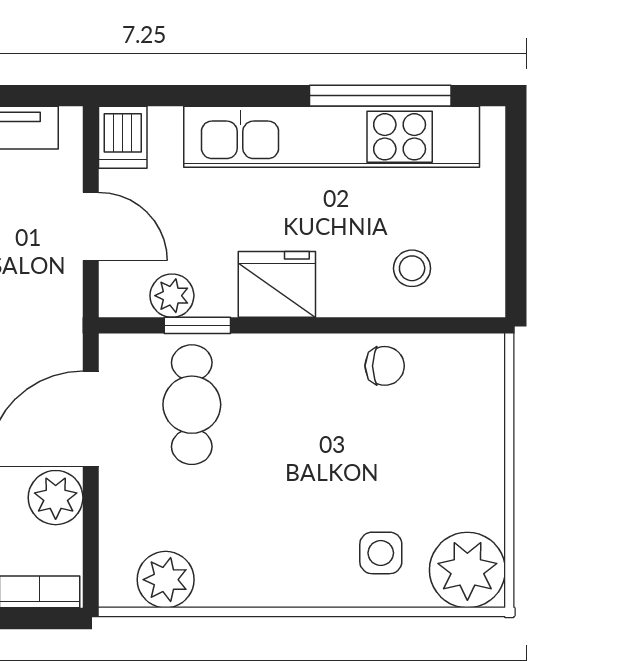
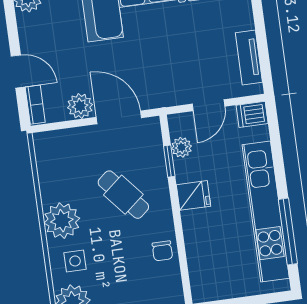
stool: (412, 268) -> (210, 257), removed
fridge: (277, 284) -> (193, 195), width x0.72
cafe table: (192, 405) -> (123, 195), moved, turned 50
plant: (166, 580) -> (62, 221), moved, width x1.36, depth x1.36

